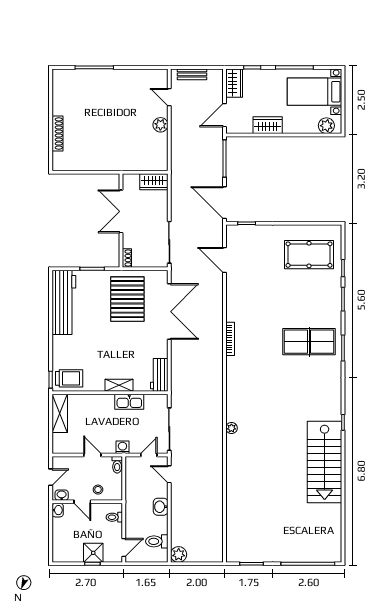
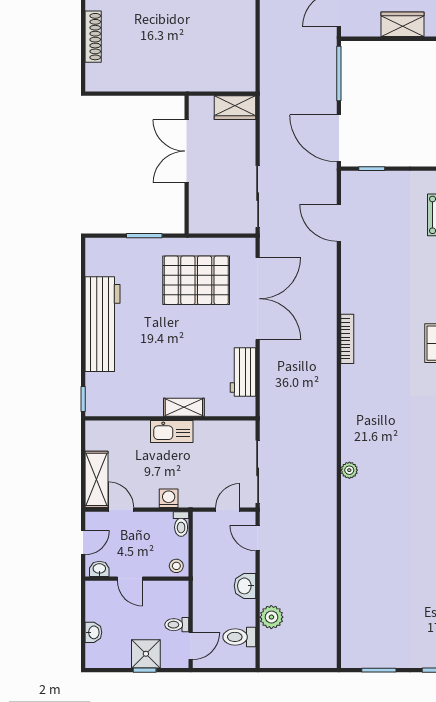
plant: (160, 125) -> (245, 24), removed
shoe rack: (127, 258) -> (195, 220), removed
pallet: (127, 299) -> (196, 280), turned 90
workbench: (64, 302) -> (102, 324), moved
workbench: (159, 375) -> (243, 372), moved
trolley: (69, 378) -> (110, 397), removed
kitchen sink: (129, 402) -> (172, 432), moved
shelving: (60, 413) -> (96, 479), moved
washing machine: (122, 447) -> (169, 498), moved
door: (92, 455) -> (121, 510), moved
stool: (98, 490) -> (176, 566), moved
washbasin: (58, 510) -> (93, 632), moved
toilet: (114, 517) -> (177, 625), moved
plant: (179, 554) -> (271, 617), moved

